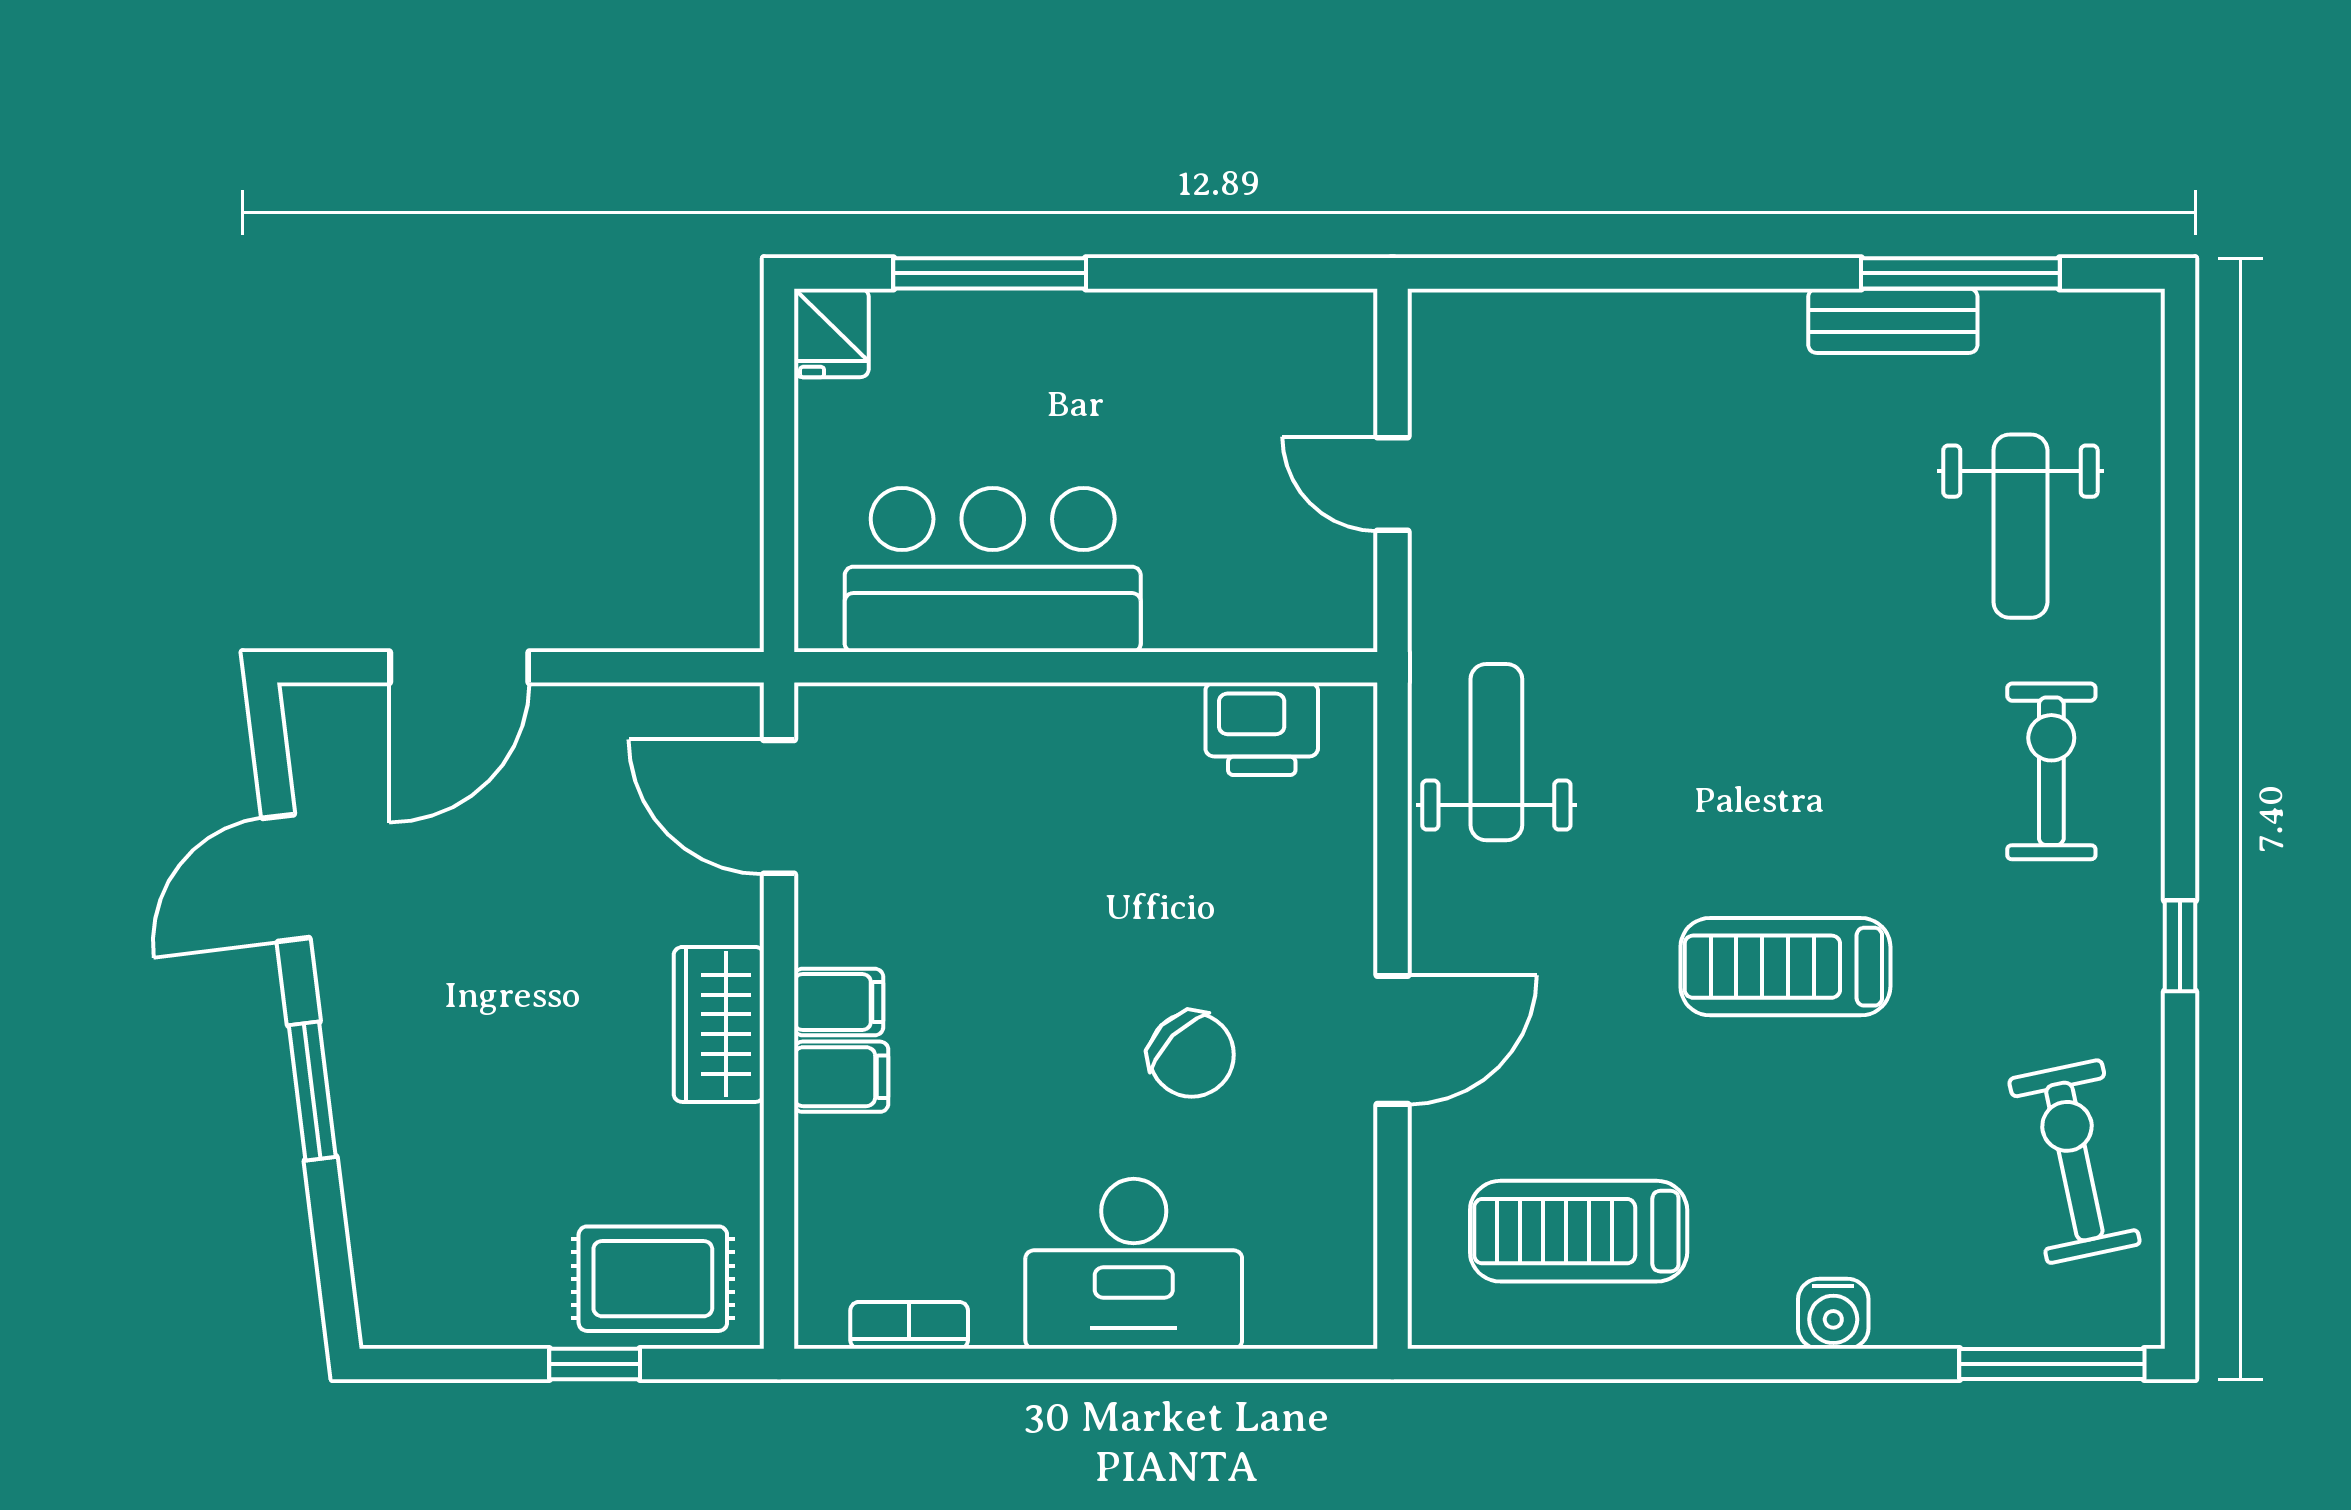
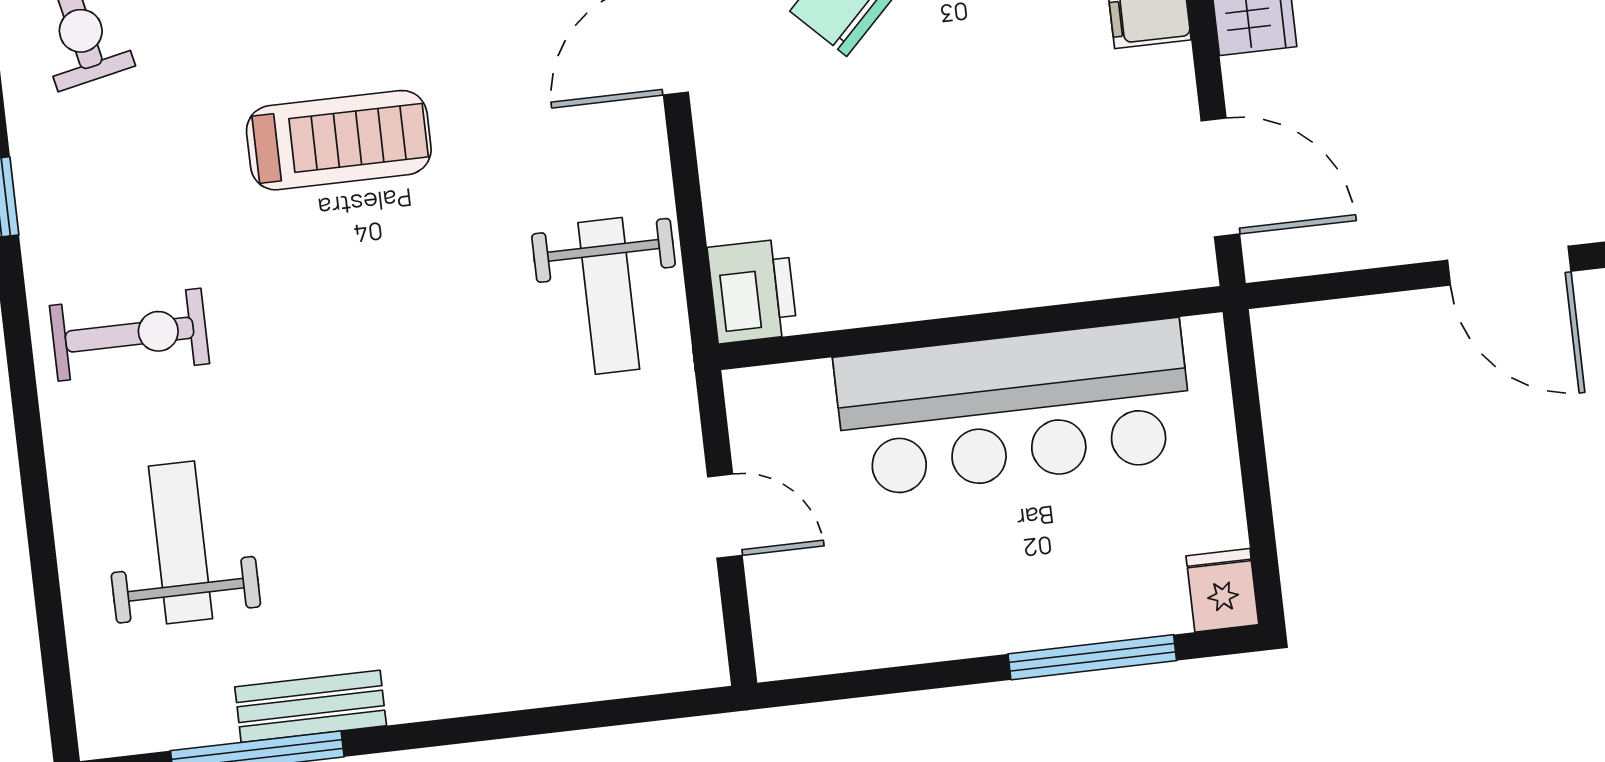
bar counter: (993, 570) -> (1014, 408), width x1.36
door: (459, 667) -> (1509, 266), swing flipped
printer: (1262, 729) -> (752, 291), moved, turned 90
exercise bike: (2051, 771) -> (130, 335), turned -90

